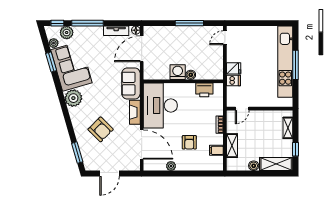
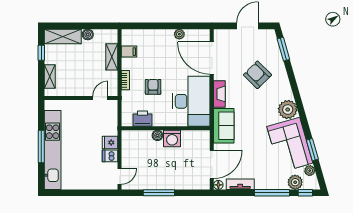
dishwasher: (234, 81) -> (110, 156), moved
armchair: (189, 142) -> (153, 87), moved

